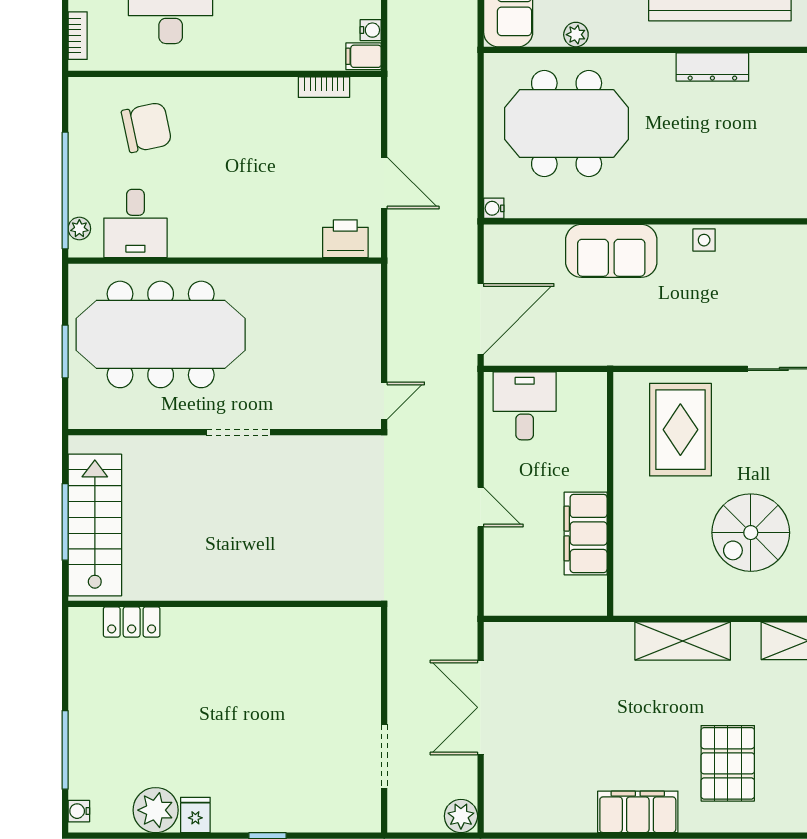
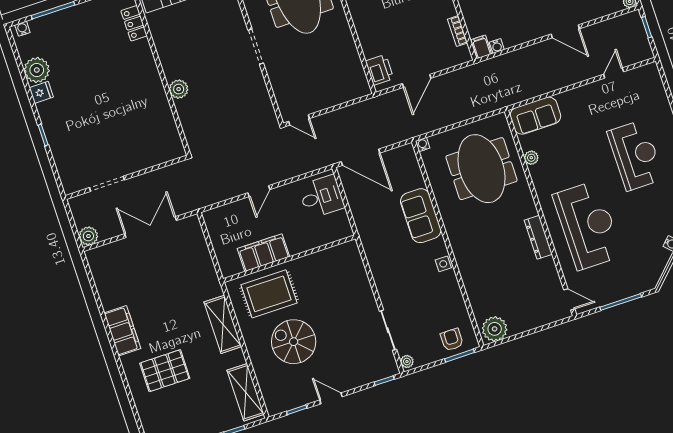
rug: (680, 430) -> (269, 294), moved
plant: (266, 584) -> (179, 89), added

